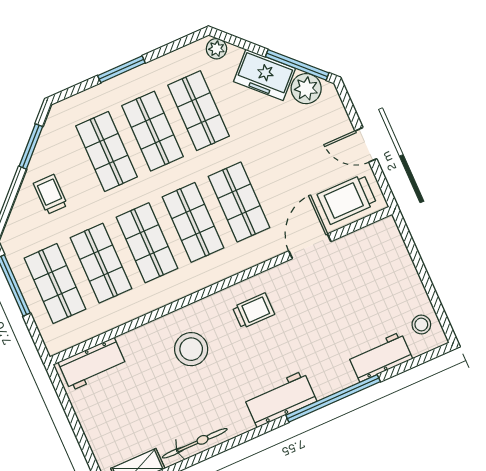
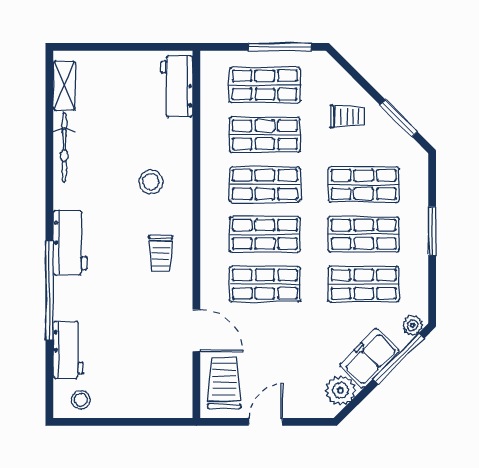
window: (297, 65) -> (398, 359), moved
stool: (191, 349) -> (151, 182), width x0.73, depth x0.73

